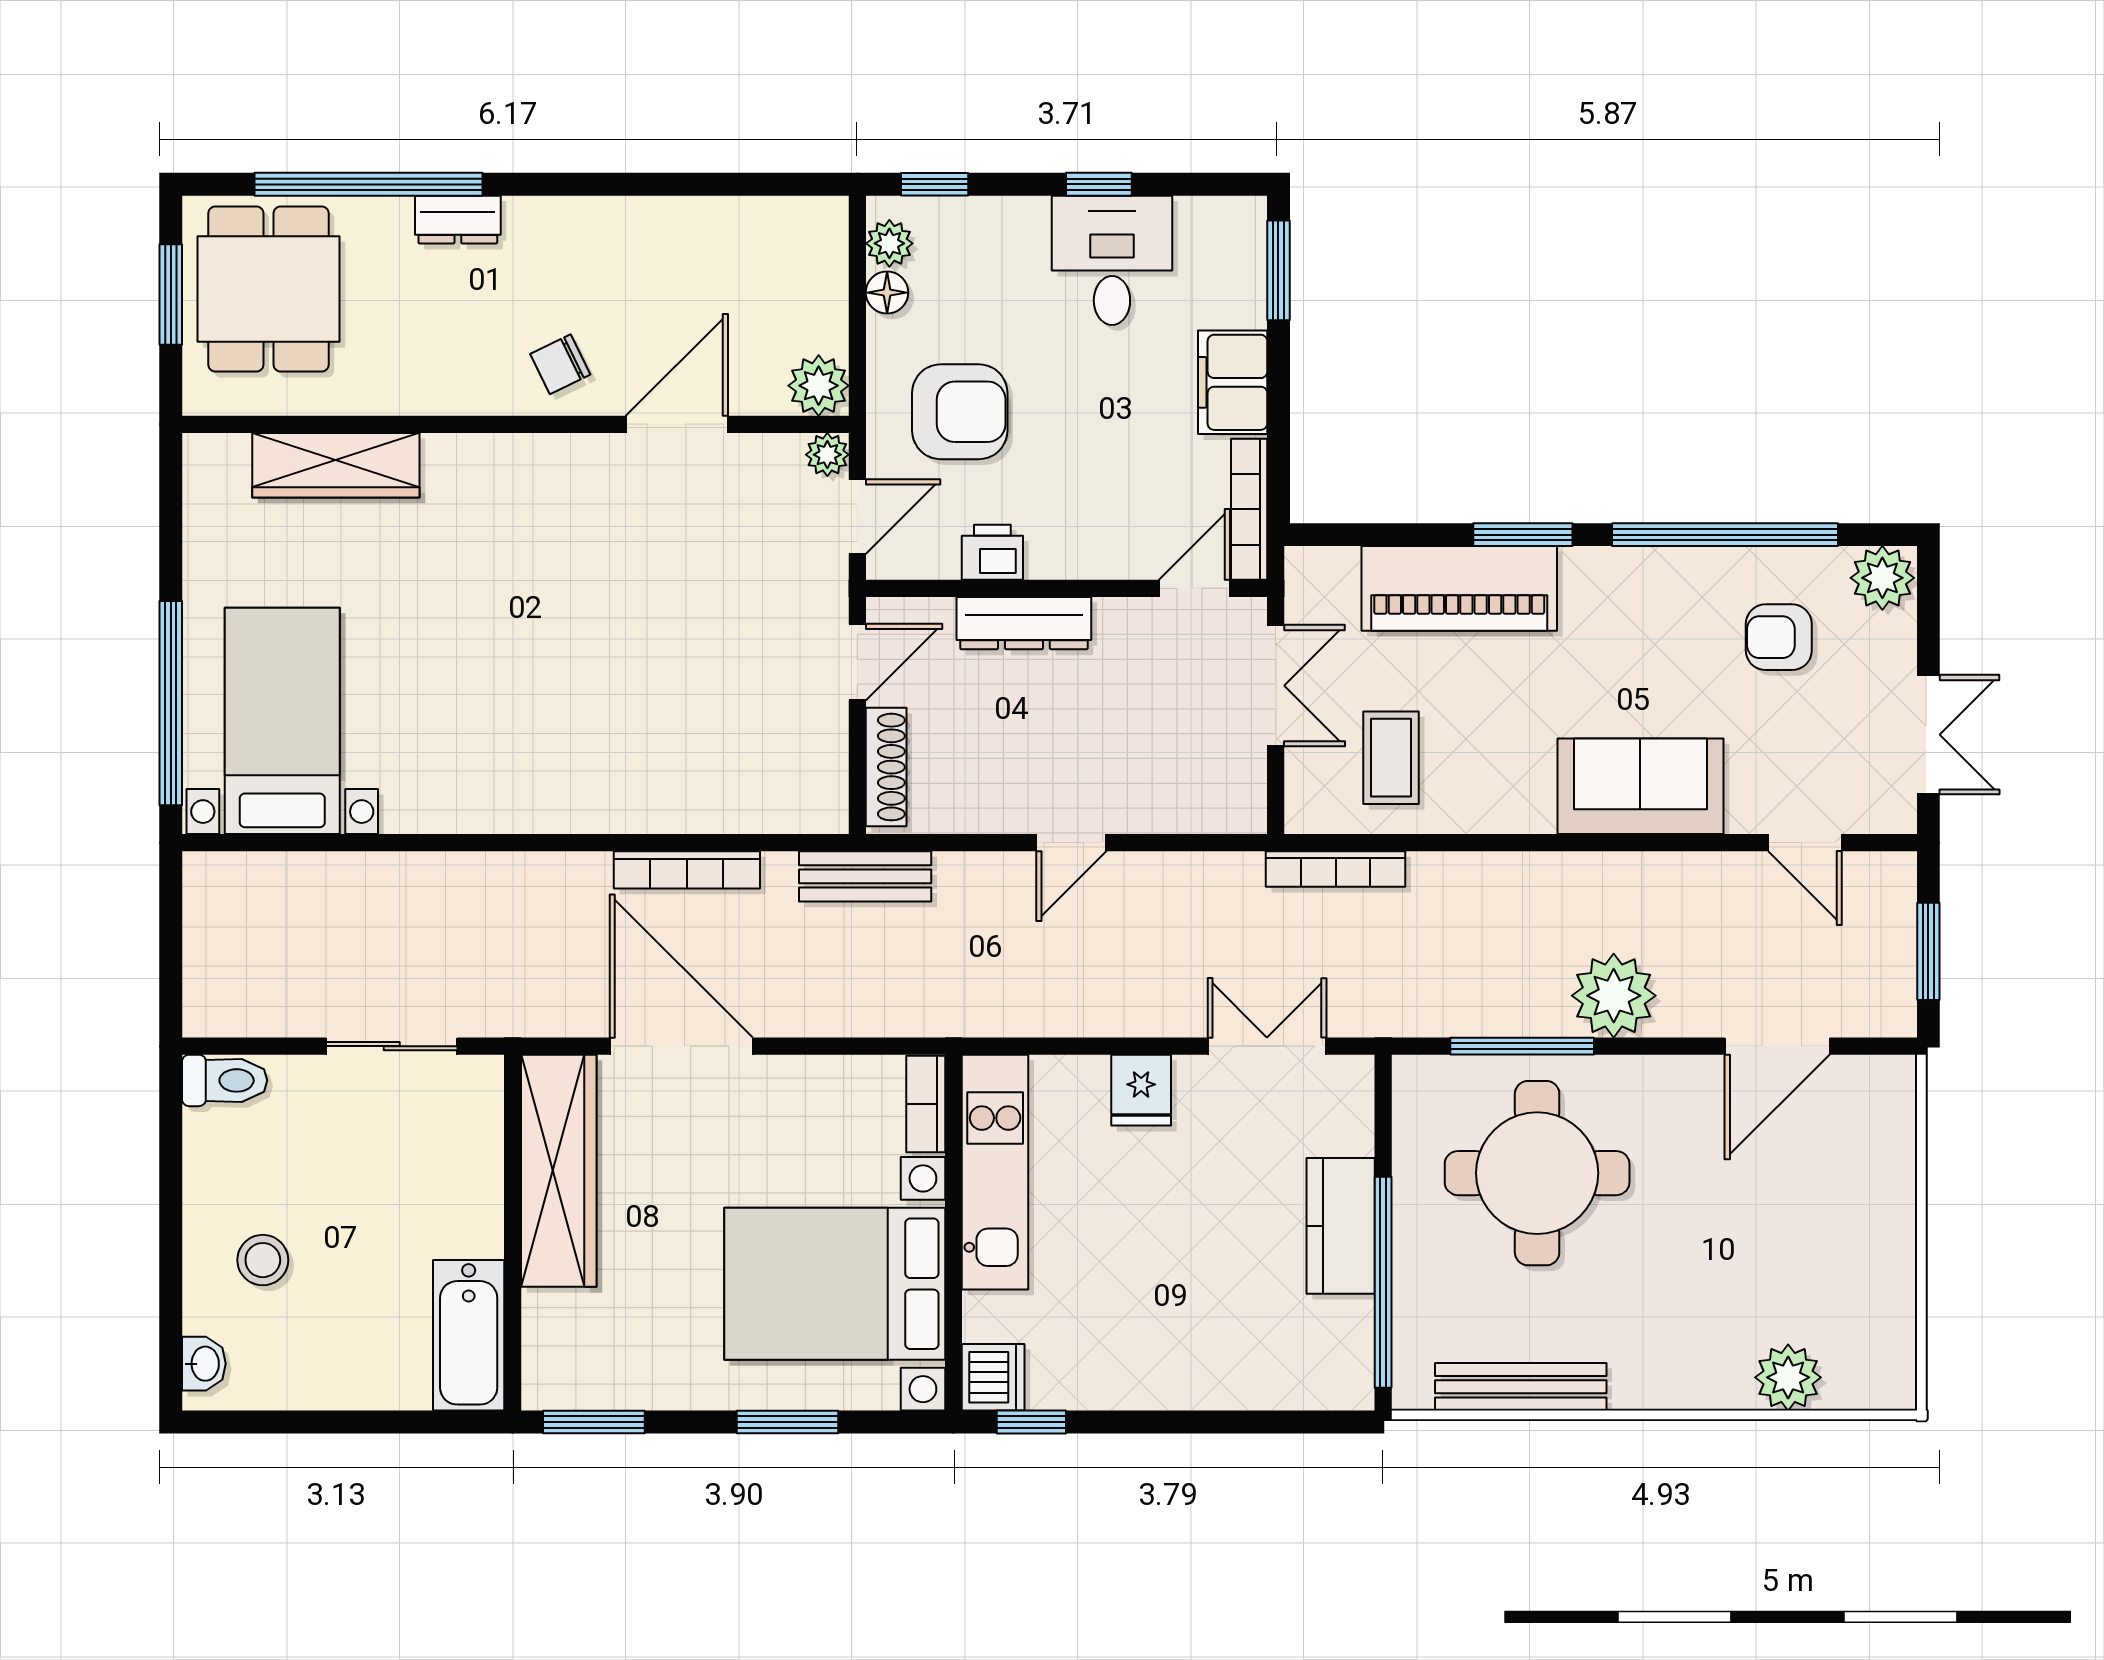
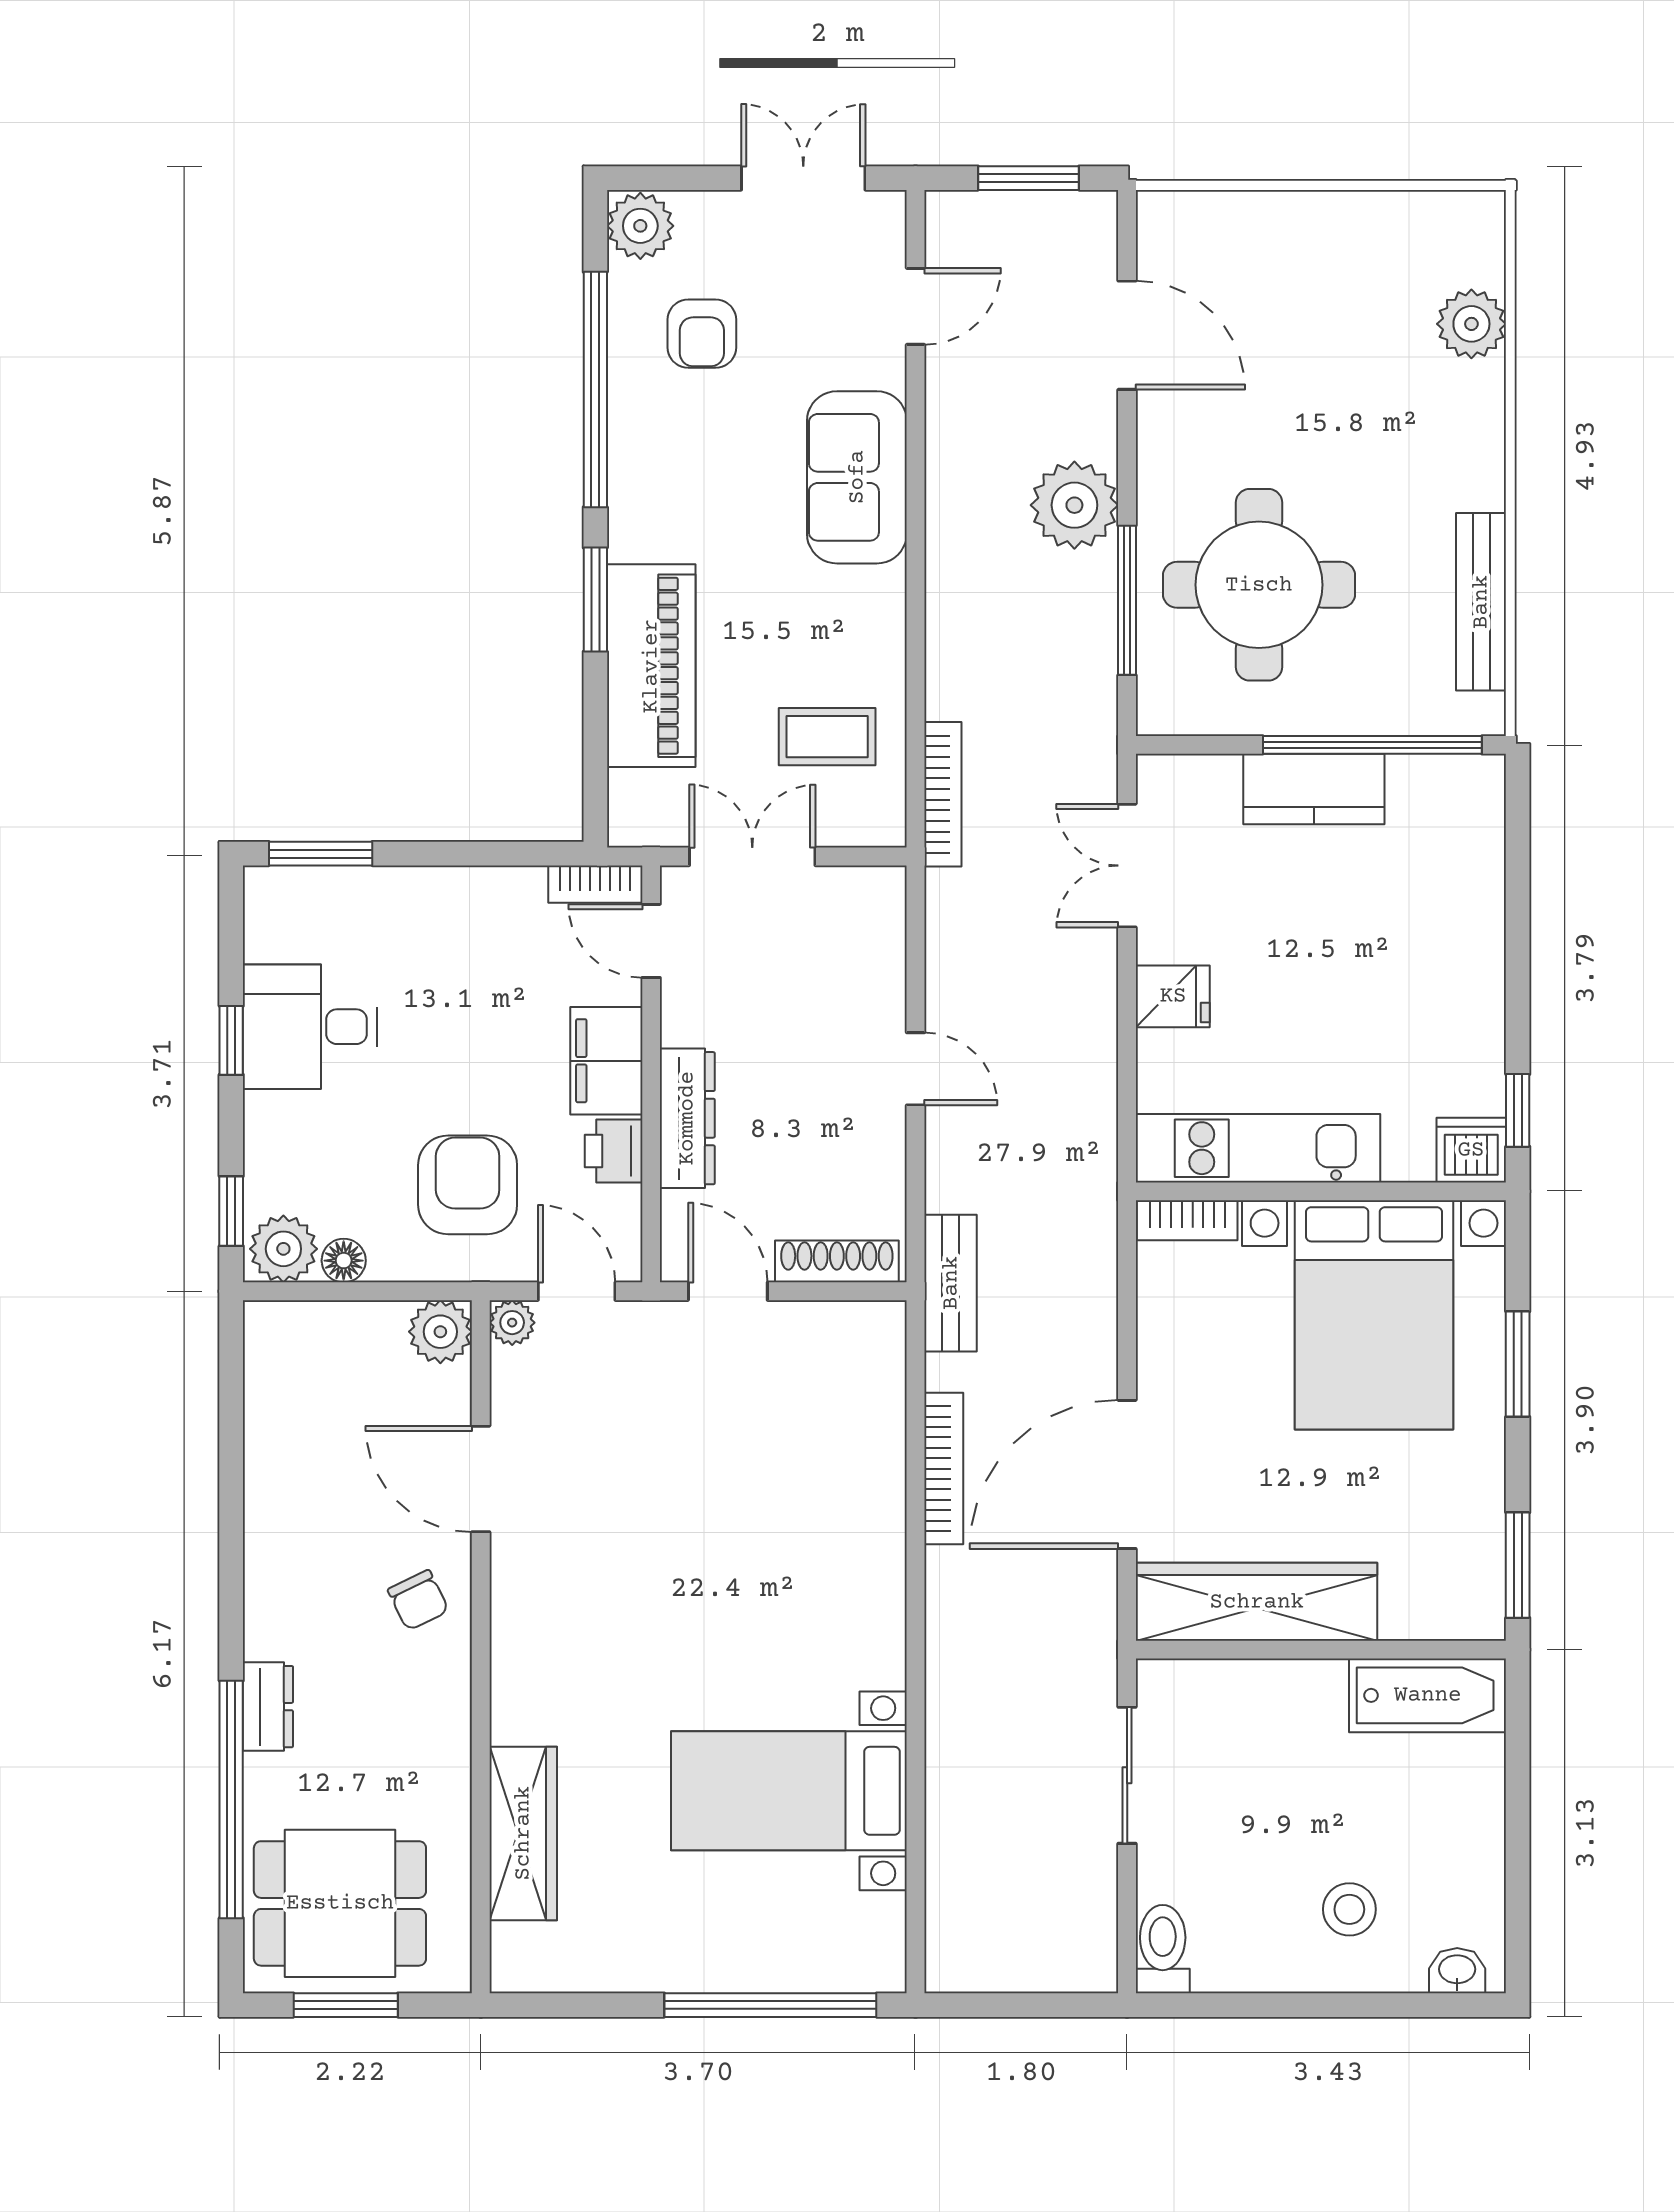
plant: (889, 243) -> (283, 1249), width x1.38, depth x1.38
filing cabinet: (1233, 382) -> (606, 1061), moved, turned 90
bookcase: (1249, 509) -> (595, 884), width x0.64
bed with nightstands: (282, 721) -> (789, 1791), moved

